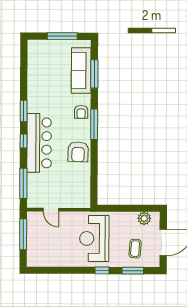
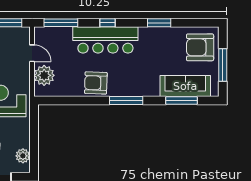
window: (24, 111) -> (159, 23), moved
armchair: (81, 112) -> (200, 47), moved, width x1.88, depth x1.88
plant: (71, 199) -> (44, 75), added
door: (51, 210) -> (32, 53), swing flipped

